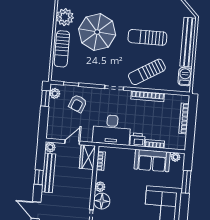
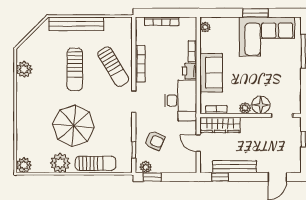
barbecue: (185, 77) -> (115, 24), removed
plant: (50, 147) -> (206, 167), removed
wardrobe: (87, 157) -> (220, 125), width x1.50
sofa: (152, 161) -> (211, 73), moved
window: (39, 177) -> (220, 177), moved
window: (186, 182) -> (255, 13), moved

